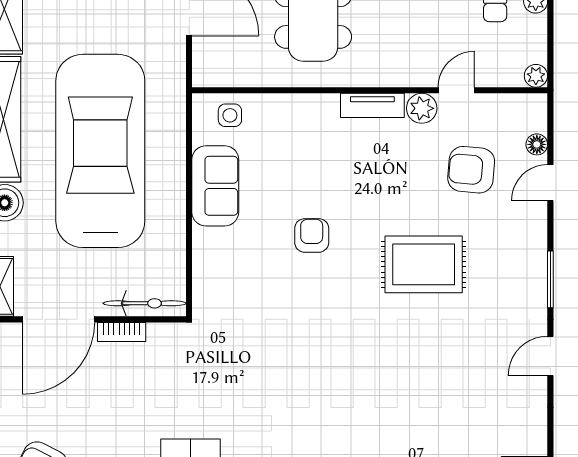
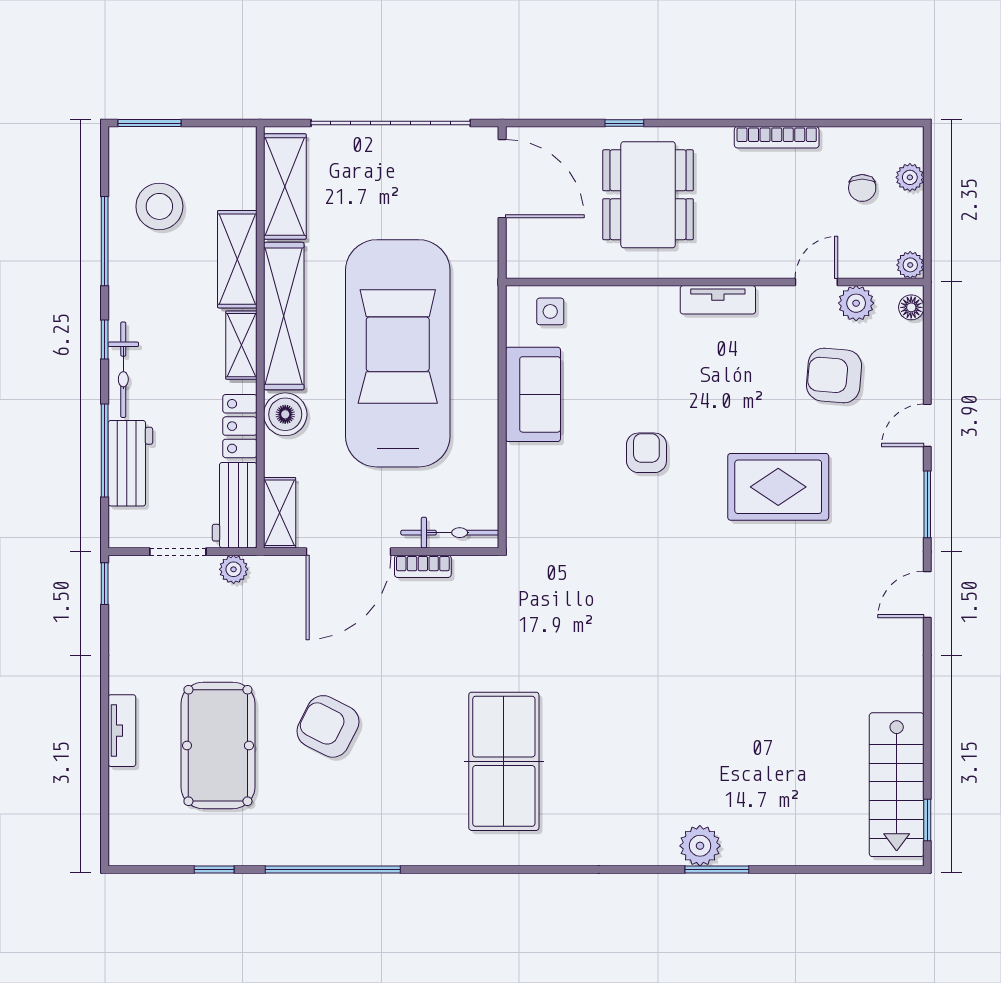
plant: (422, 108) -> (856, 303), moved
floor lamp: (537, 144) -> (911, 307), moved
door: (550, 183) -> (927, 425), moved

